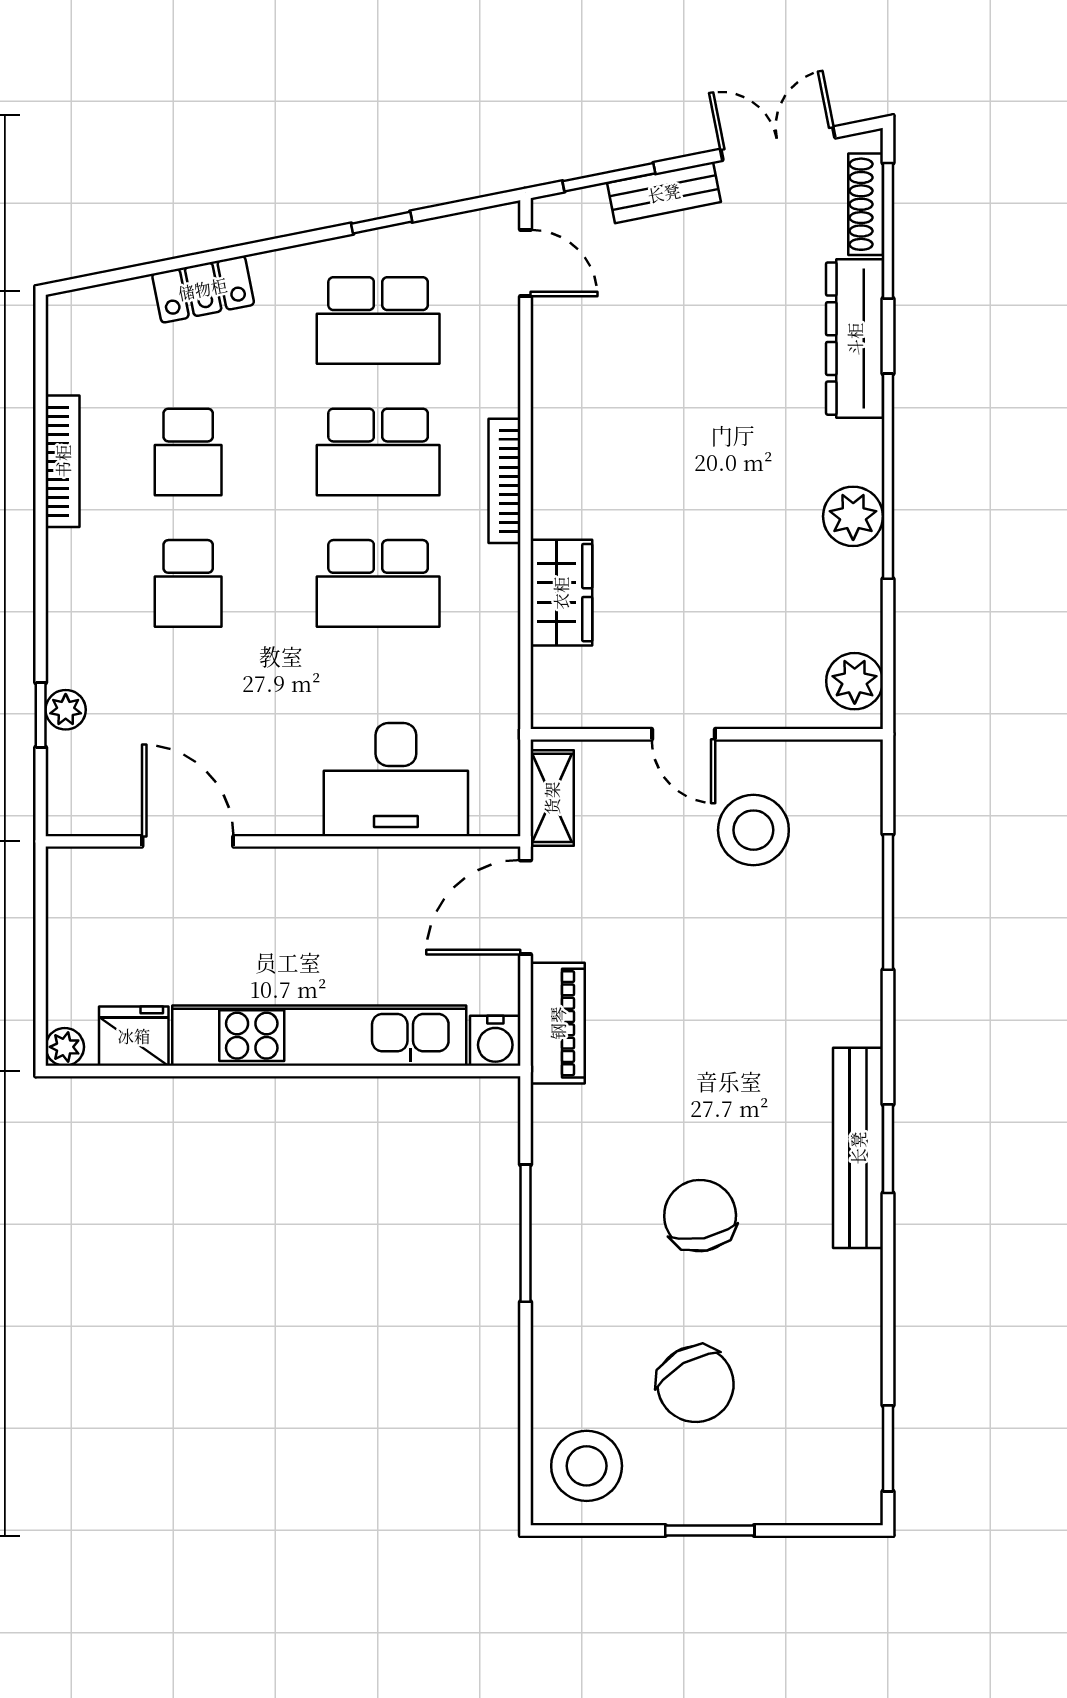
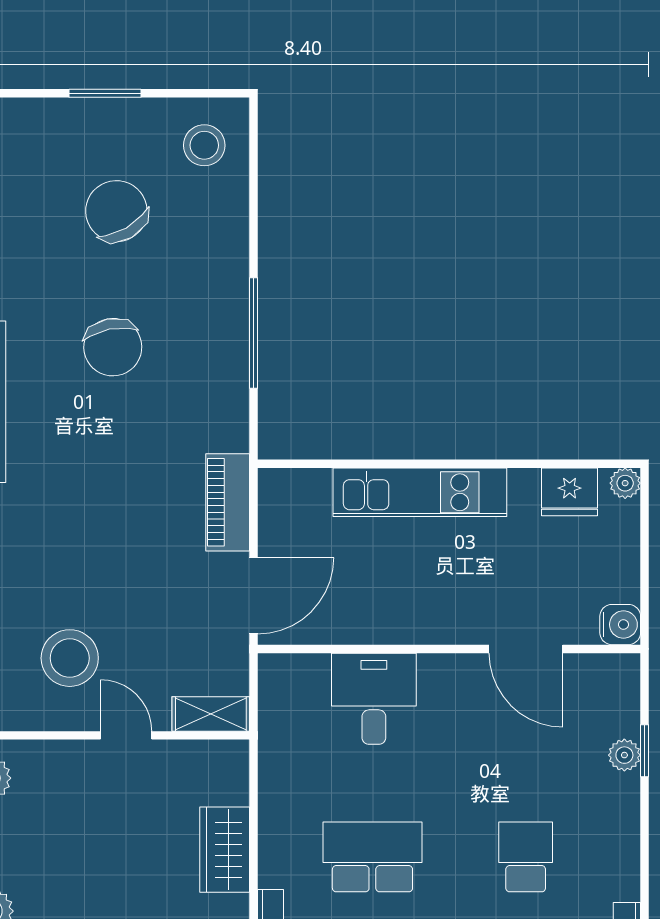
desk: (396, 780) -> (374, 699), width x0.73
shelving: (552, 798) -> (211, 714), moved, turned 90
kitchen unit: (319, 1036) -> (420, 492), width x0.73
water cooler: (495, 1041) -> (620, 625), moved, turned 90
stool: (587, 1466) -> (204, 145), width x0.73, depth x0.73

